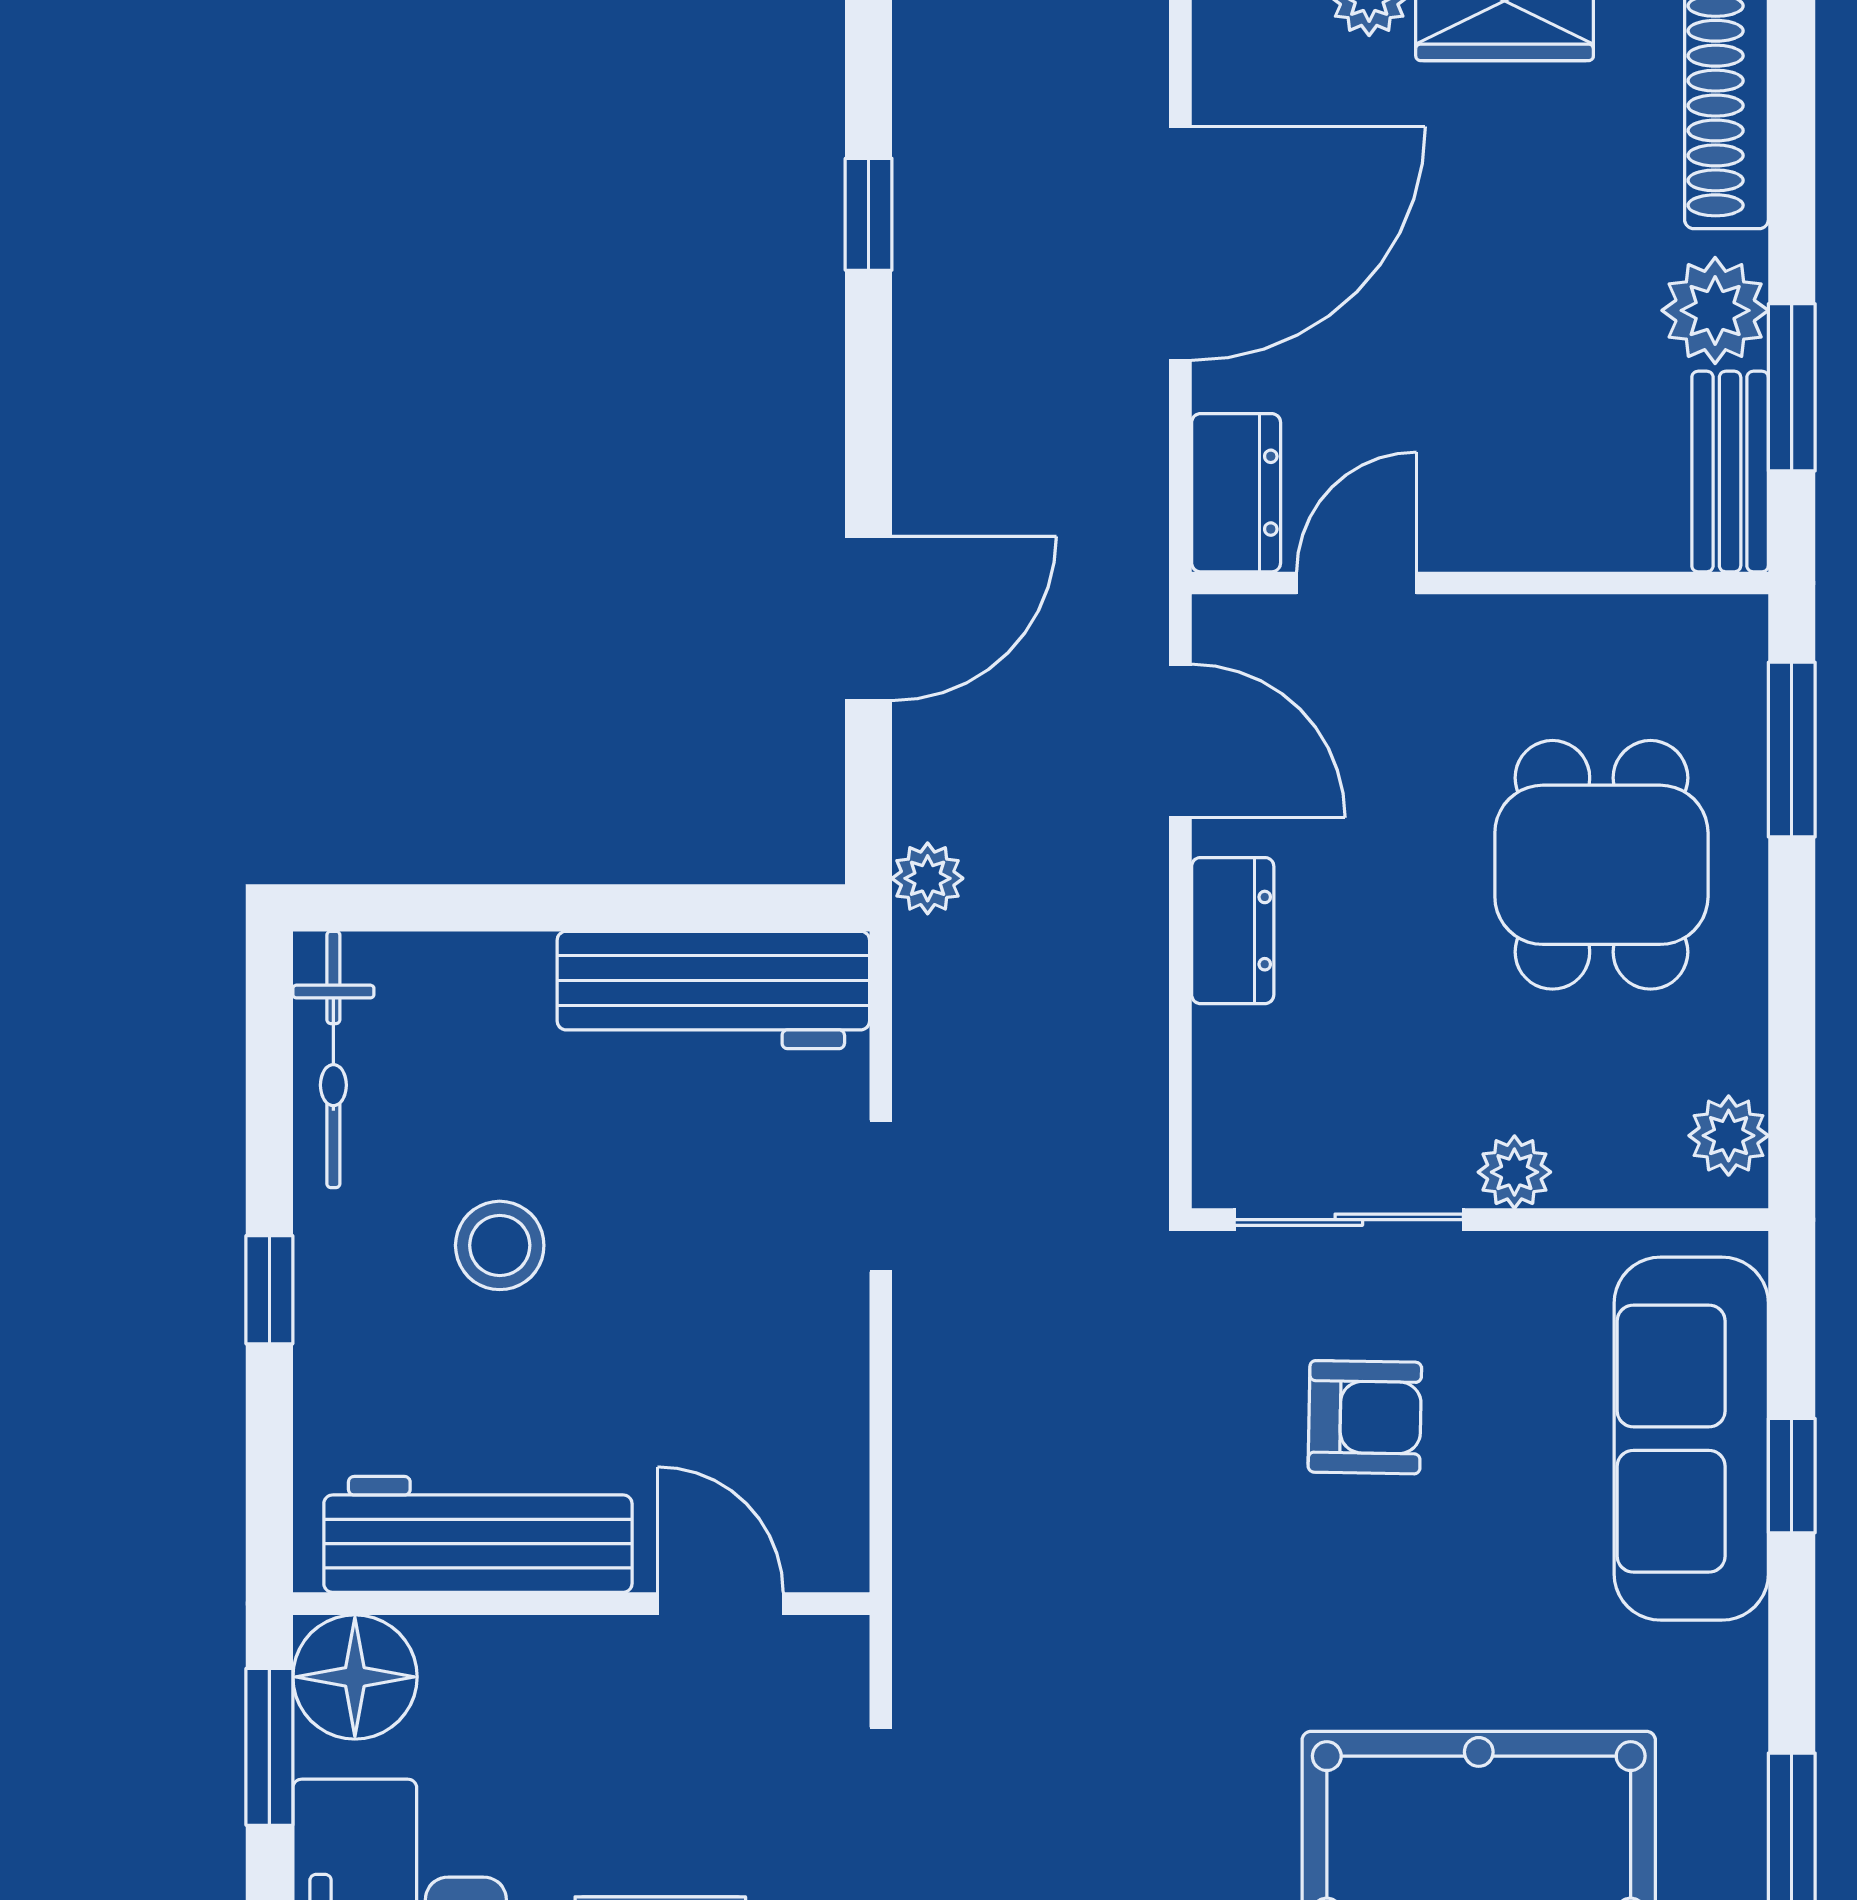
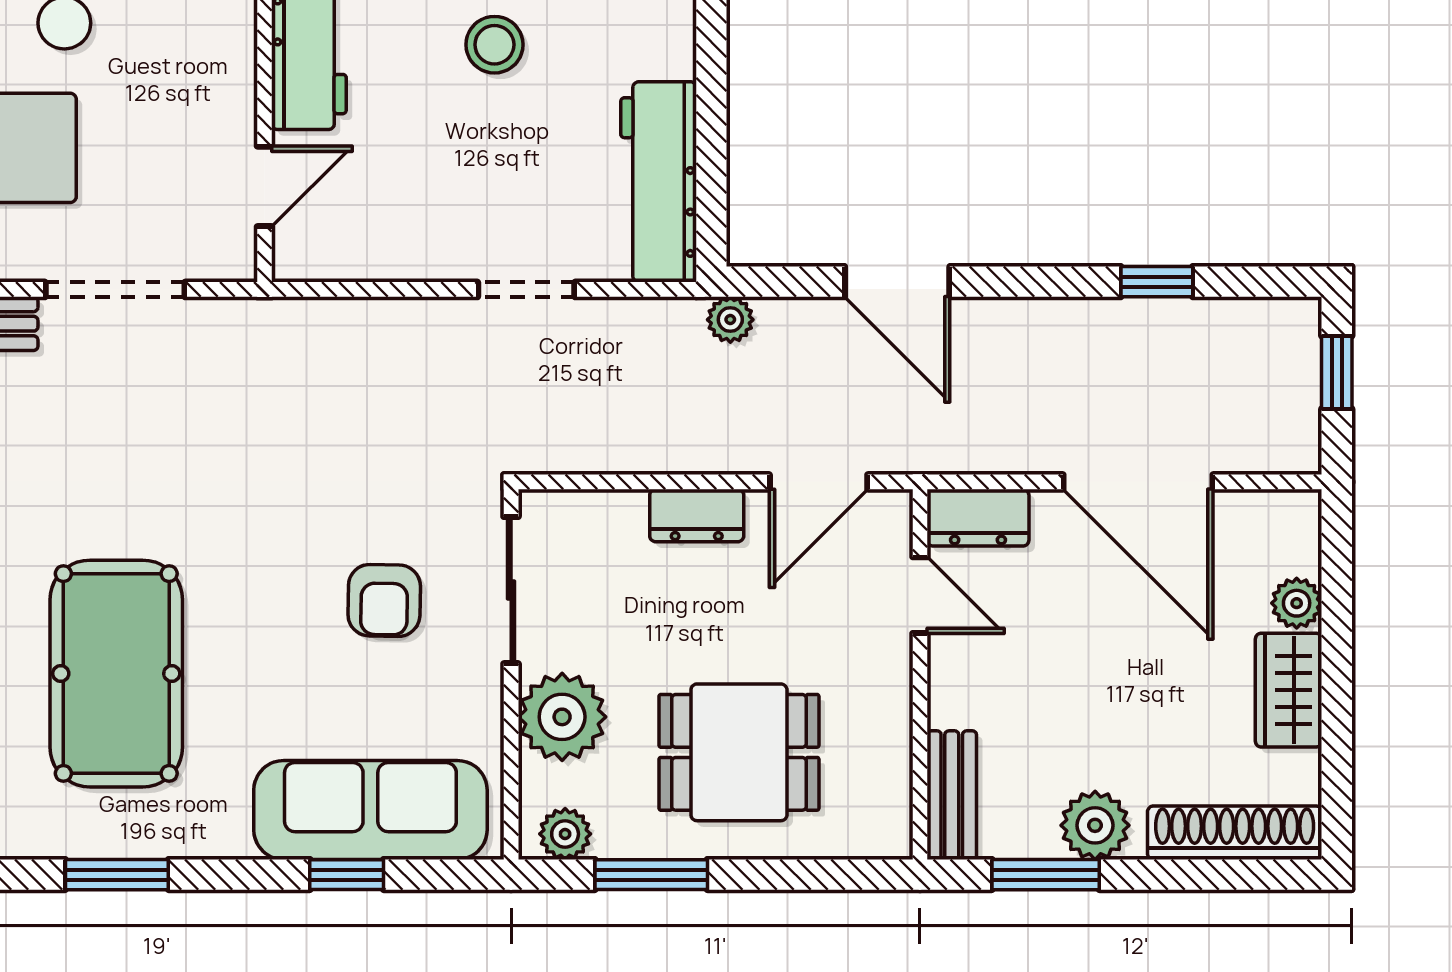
bench: (1730, 471) -> (952, 795), moved, turned 90
window: (1792, 750) -> (651, 875), moved
plant: (1514, 1172) -> (562, 717), width x1.88, depth x1.88

